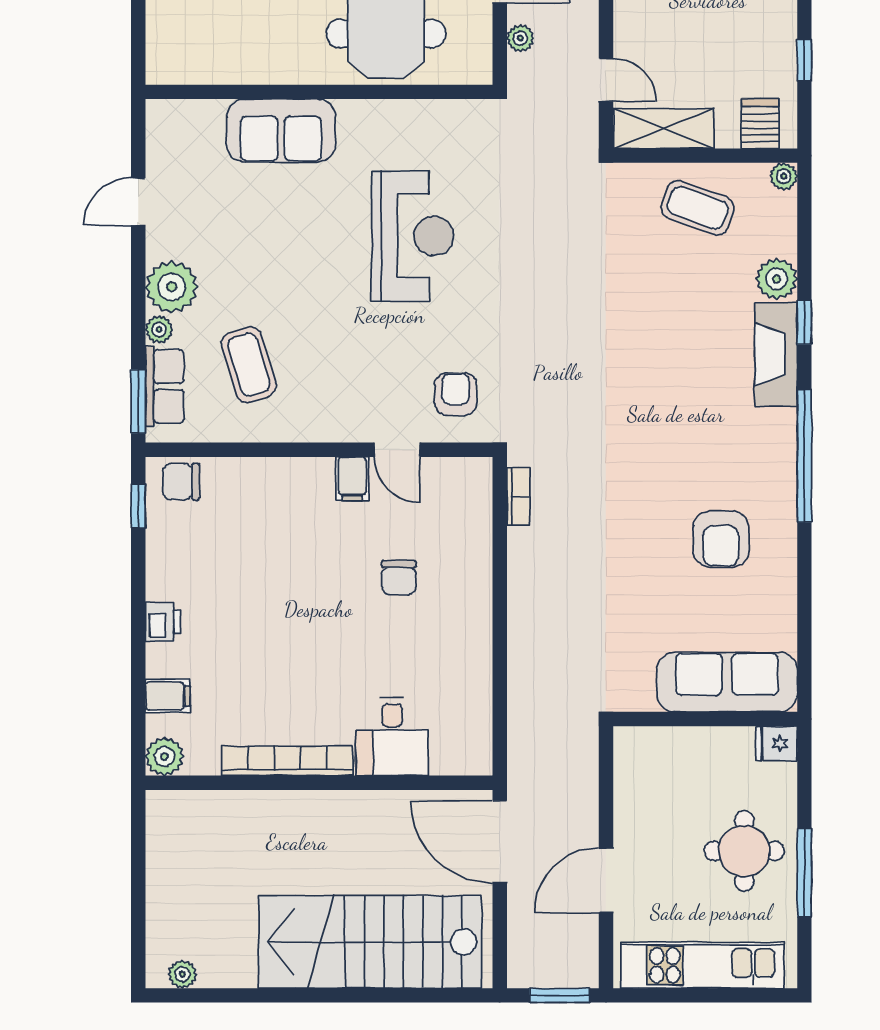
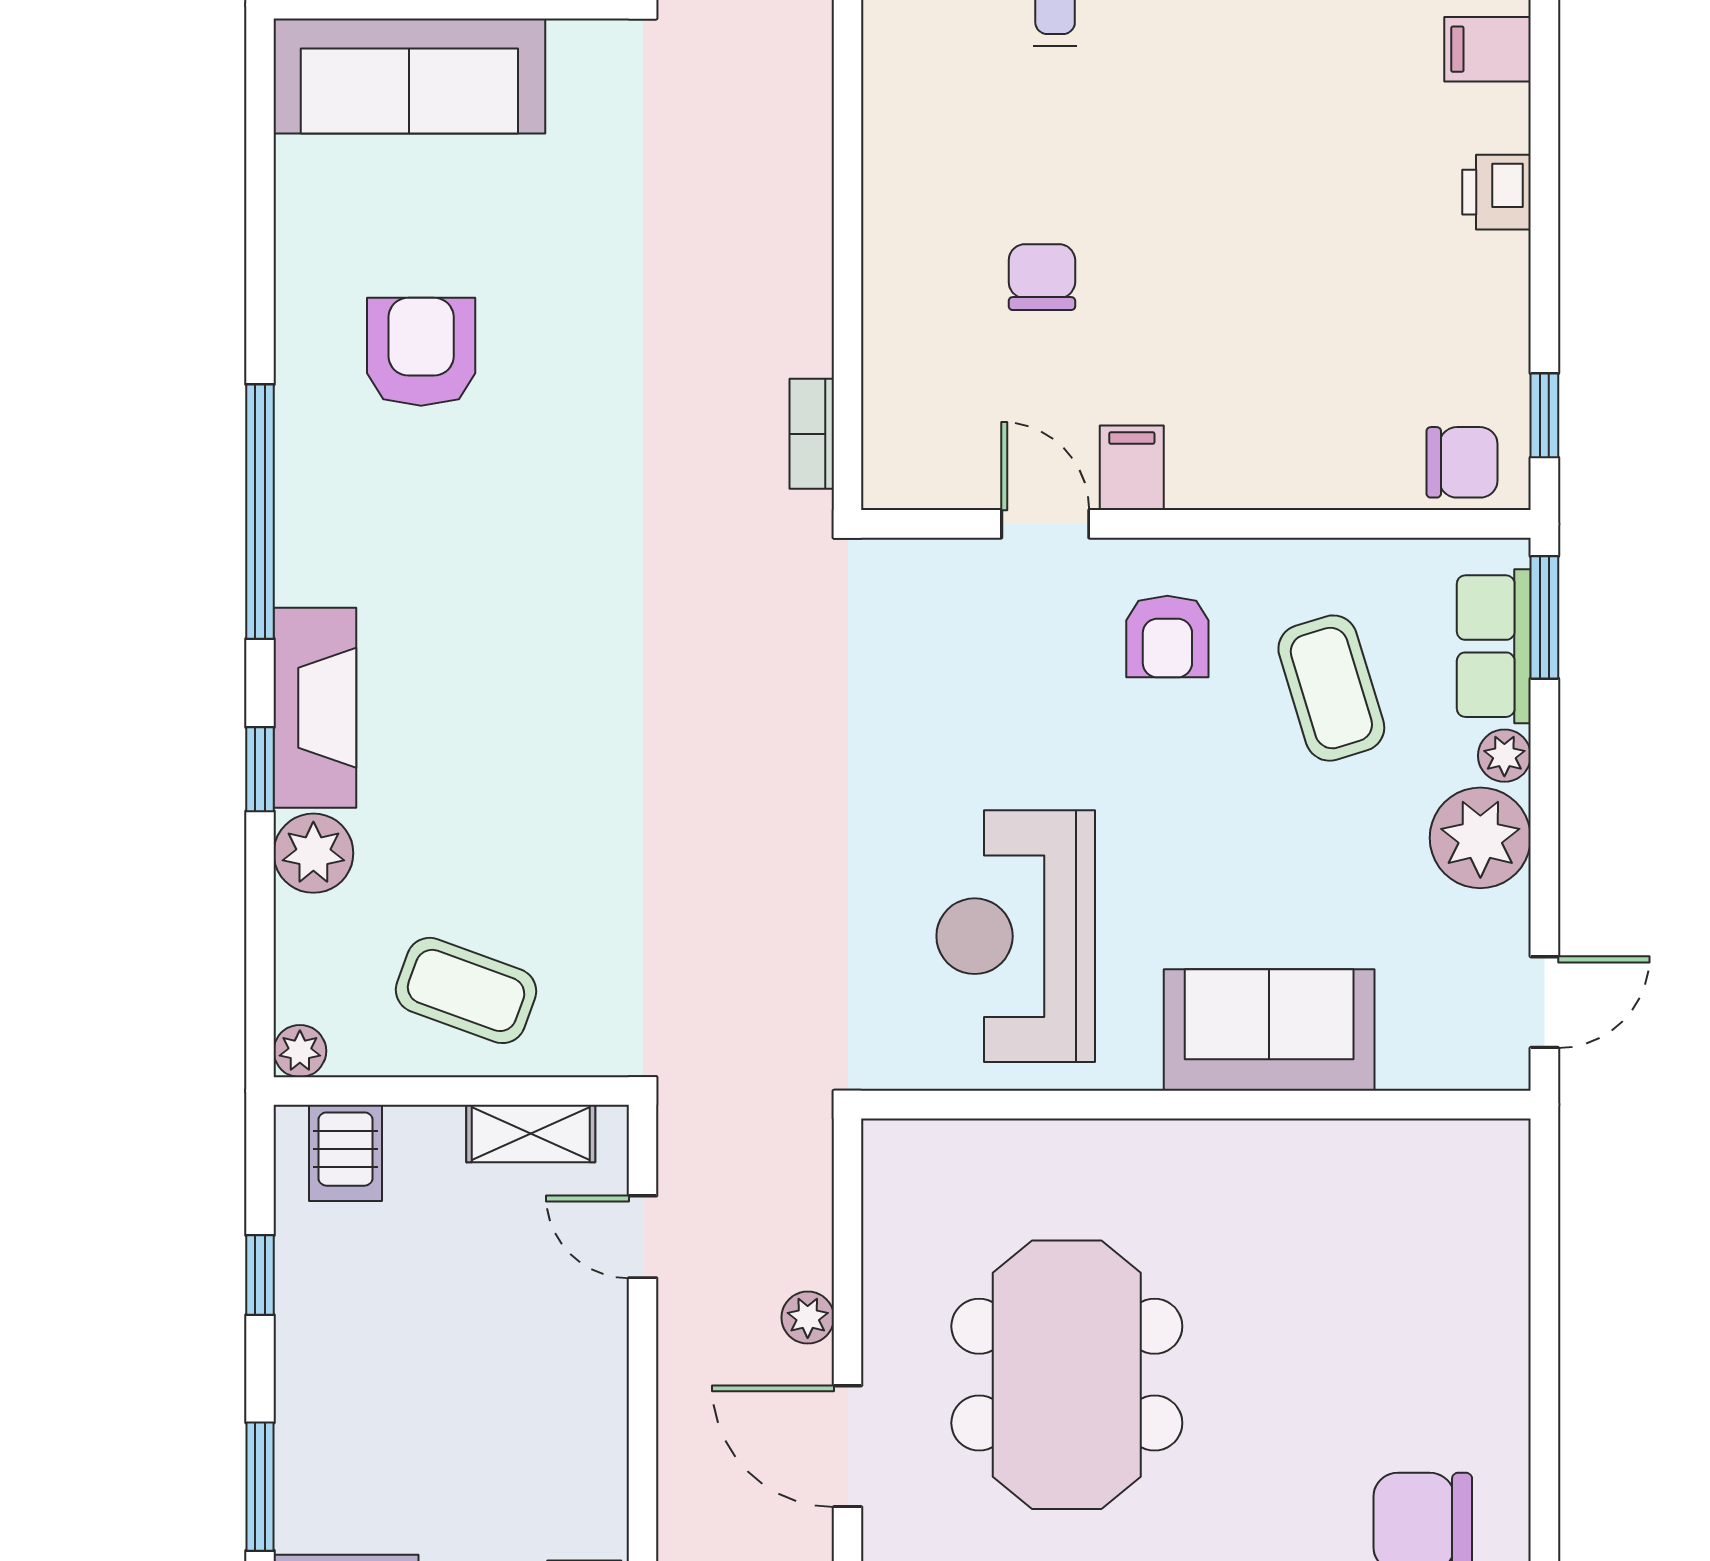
wall: (319, 92) -> (1196, 1105), moved
shelving: (664, 129) -> (531, 1134), width x0.67, depth x0.75
sofa: (281, 131) -> (1269, 1030), moved
armchair: (456, 394) -> (1167, 637), moved

